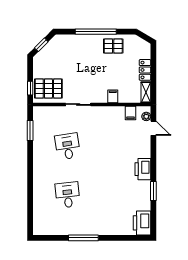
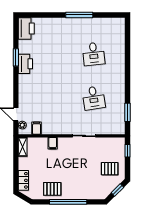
locker: (145, 70) -> (23, 180), moved
pallet: (48, 88) -> (110, 169), moved, width x0.67, depth x0.71
printer: (143, 169) -> (25, 64), moved

